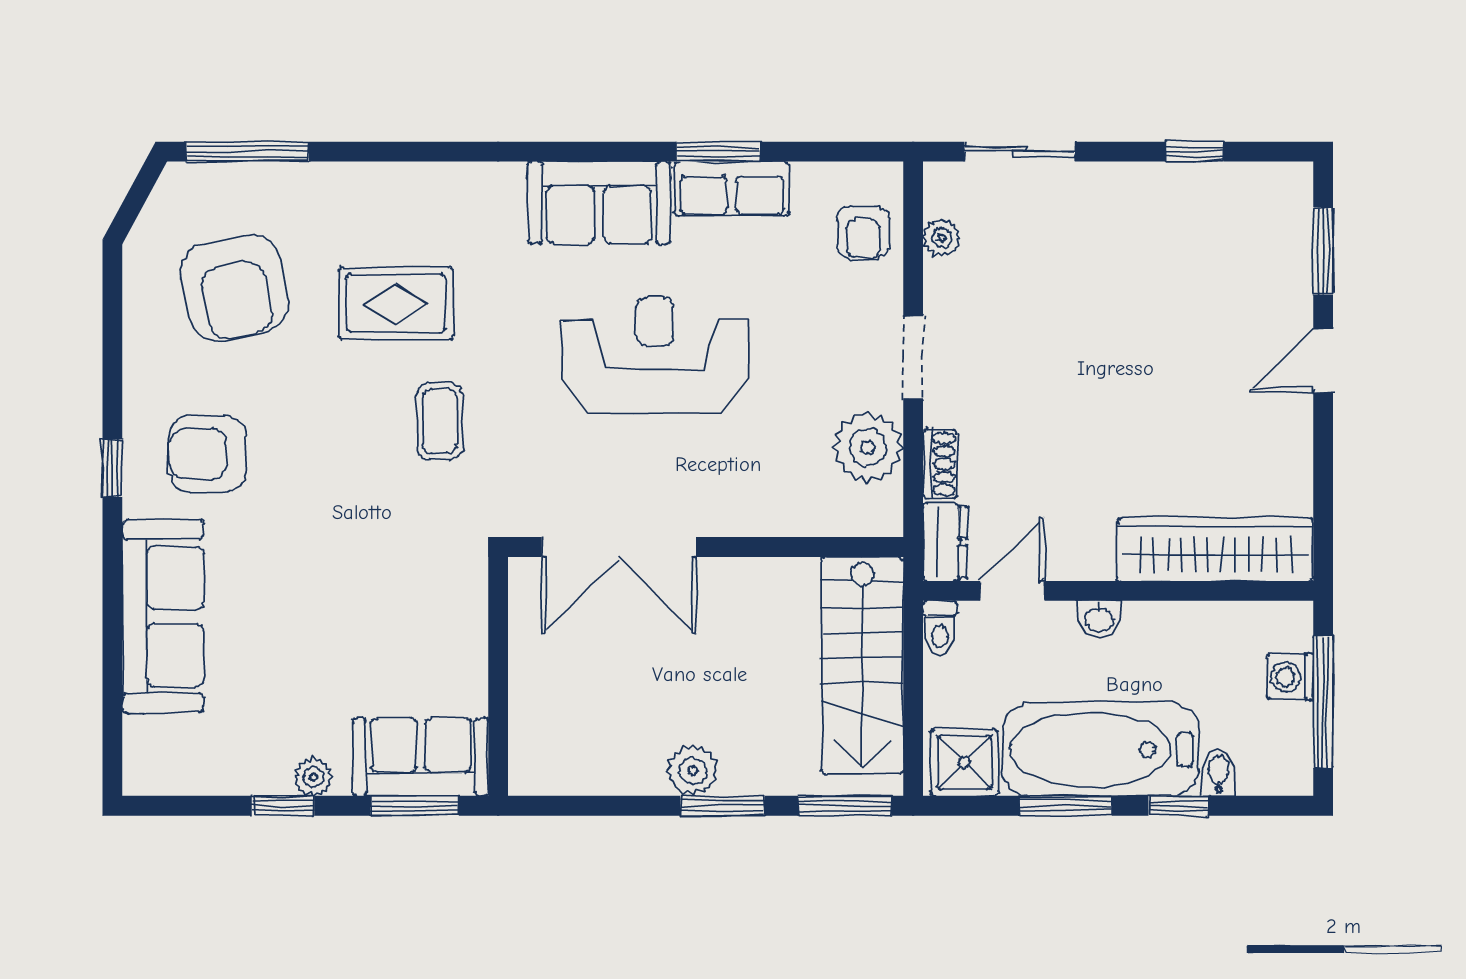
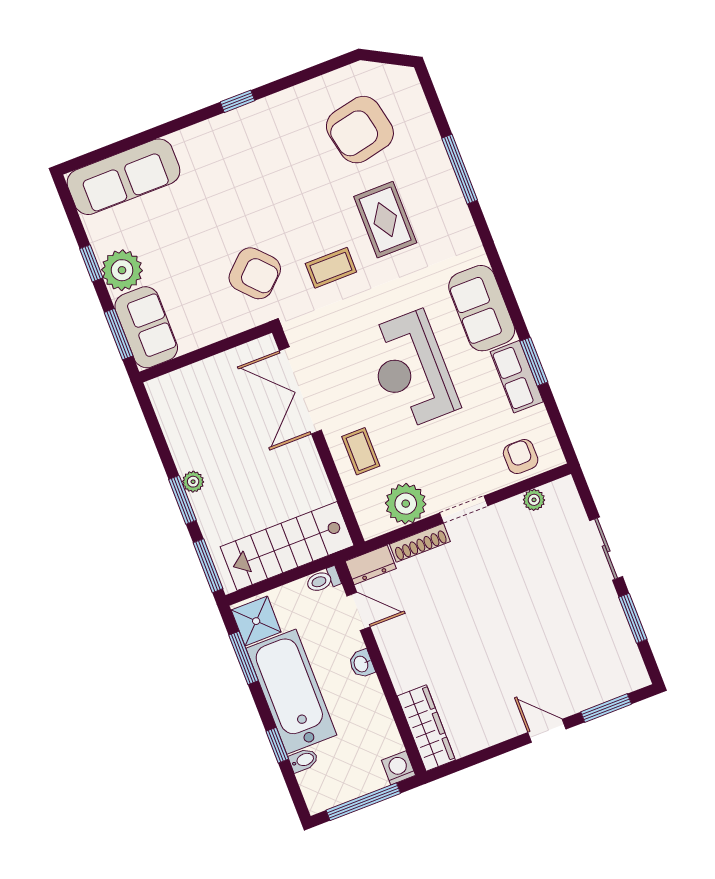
window: (248, 152) -> (460, 169), moved
sliding door: (1020, 152) -> (606, 549), moved
window: (1195, 152) -> (633, 618), width x1.50
armchair: (863, 232) -> (521, 457), turned 90
reception desk: (655, 355) -> (411, 370), turned 180
armchair: (207, 454) -> (255, 273), moved, turned 137
shoe rack: (940, 464) -> (420, 543), width x1.43
coffee table: (755, 487) -> (361, 451), added
wardrobe: (1215, 549) -> (426, 728), width x0.71, depth x0.85
sofa: (163, 616) -> (123, 177), moved
washing machine: (1290, 677) -> (398, 768), moved
plant: (693, 770) -> (193, 482), width x0.73, depth x0.73
plant: (313, 777) -> (122, 270), width x1.87, depth x1.87
window: (1066, 806) -> (244, 658), moved

